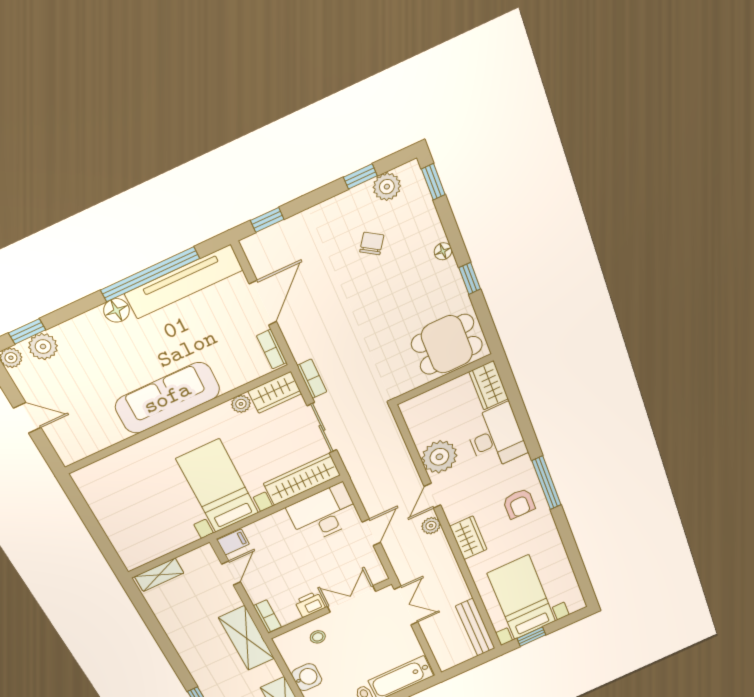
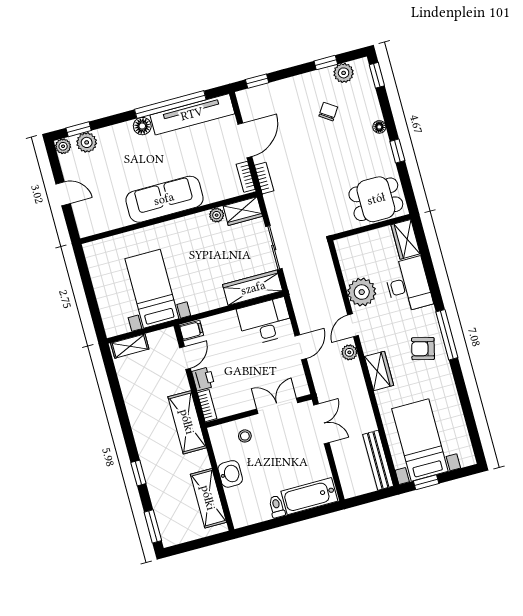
bookcase: (312, 379) -> (264, 178), moved
bed with nightstands: (218, 486) -> (152, 289), moved
armchair: (519, 504) -> (423, 349), turned 104
printer: (310, 604) -> (203, 379), moved, turned 90

